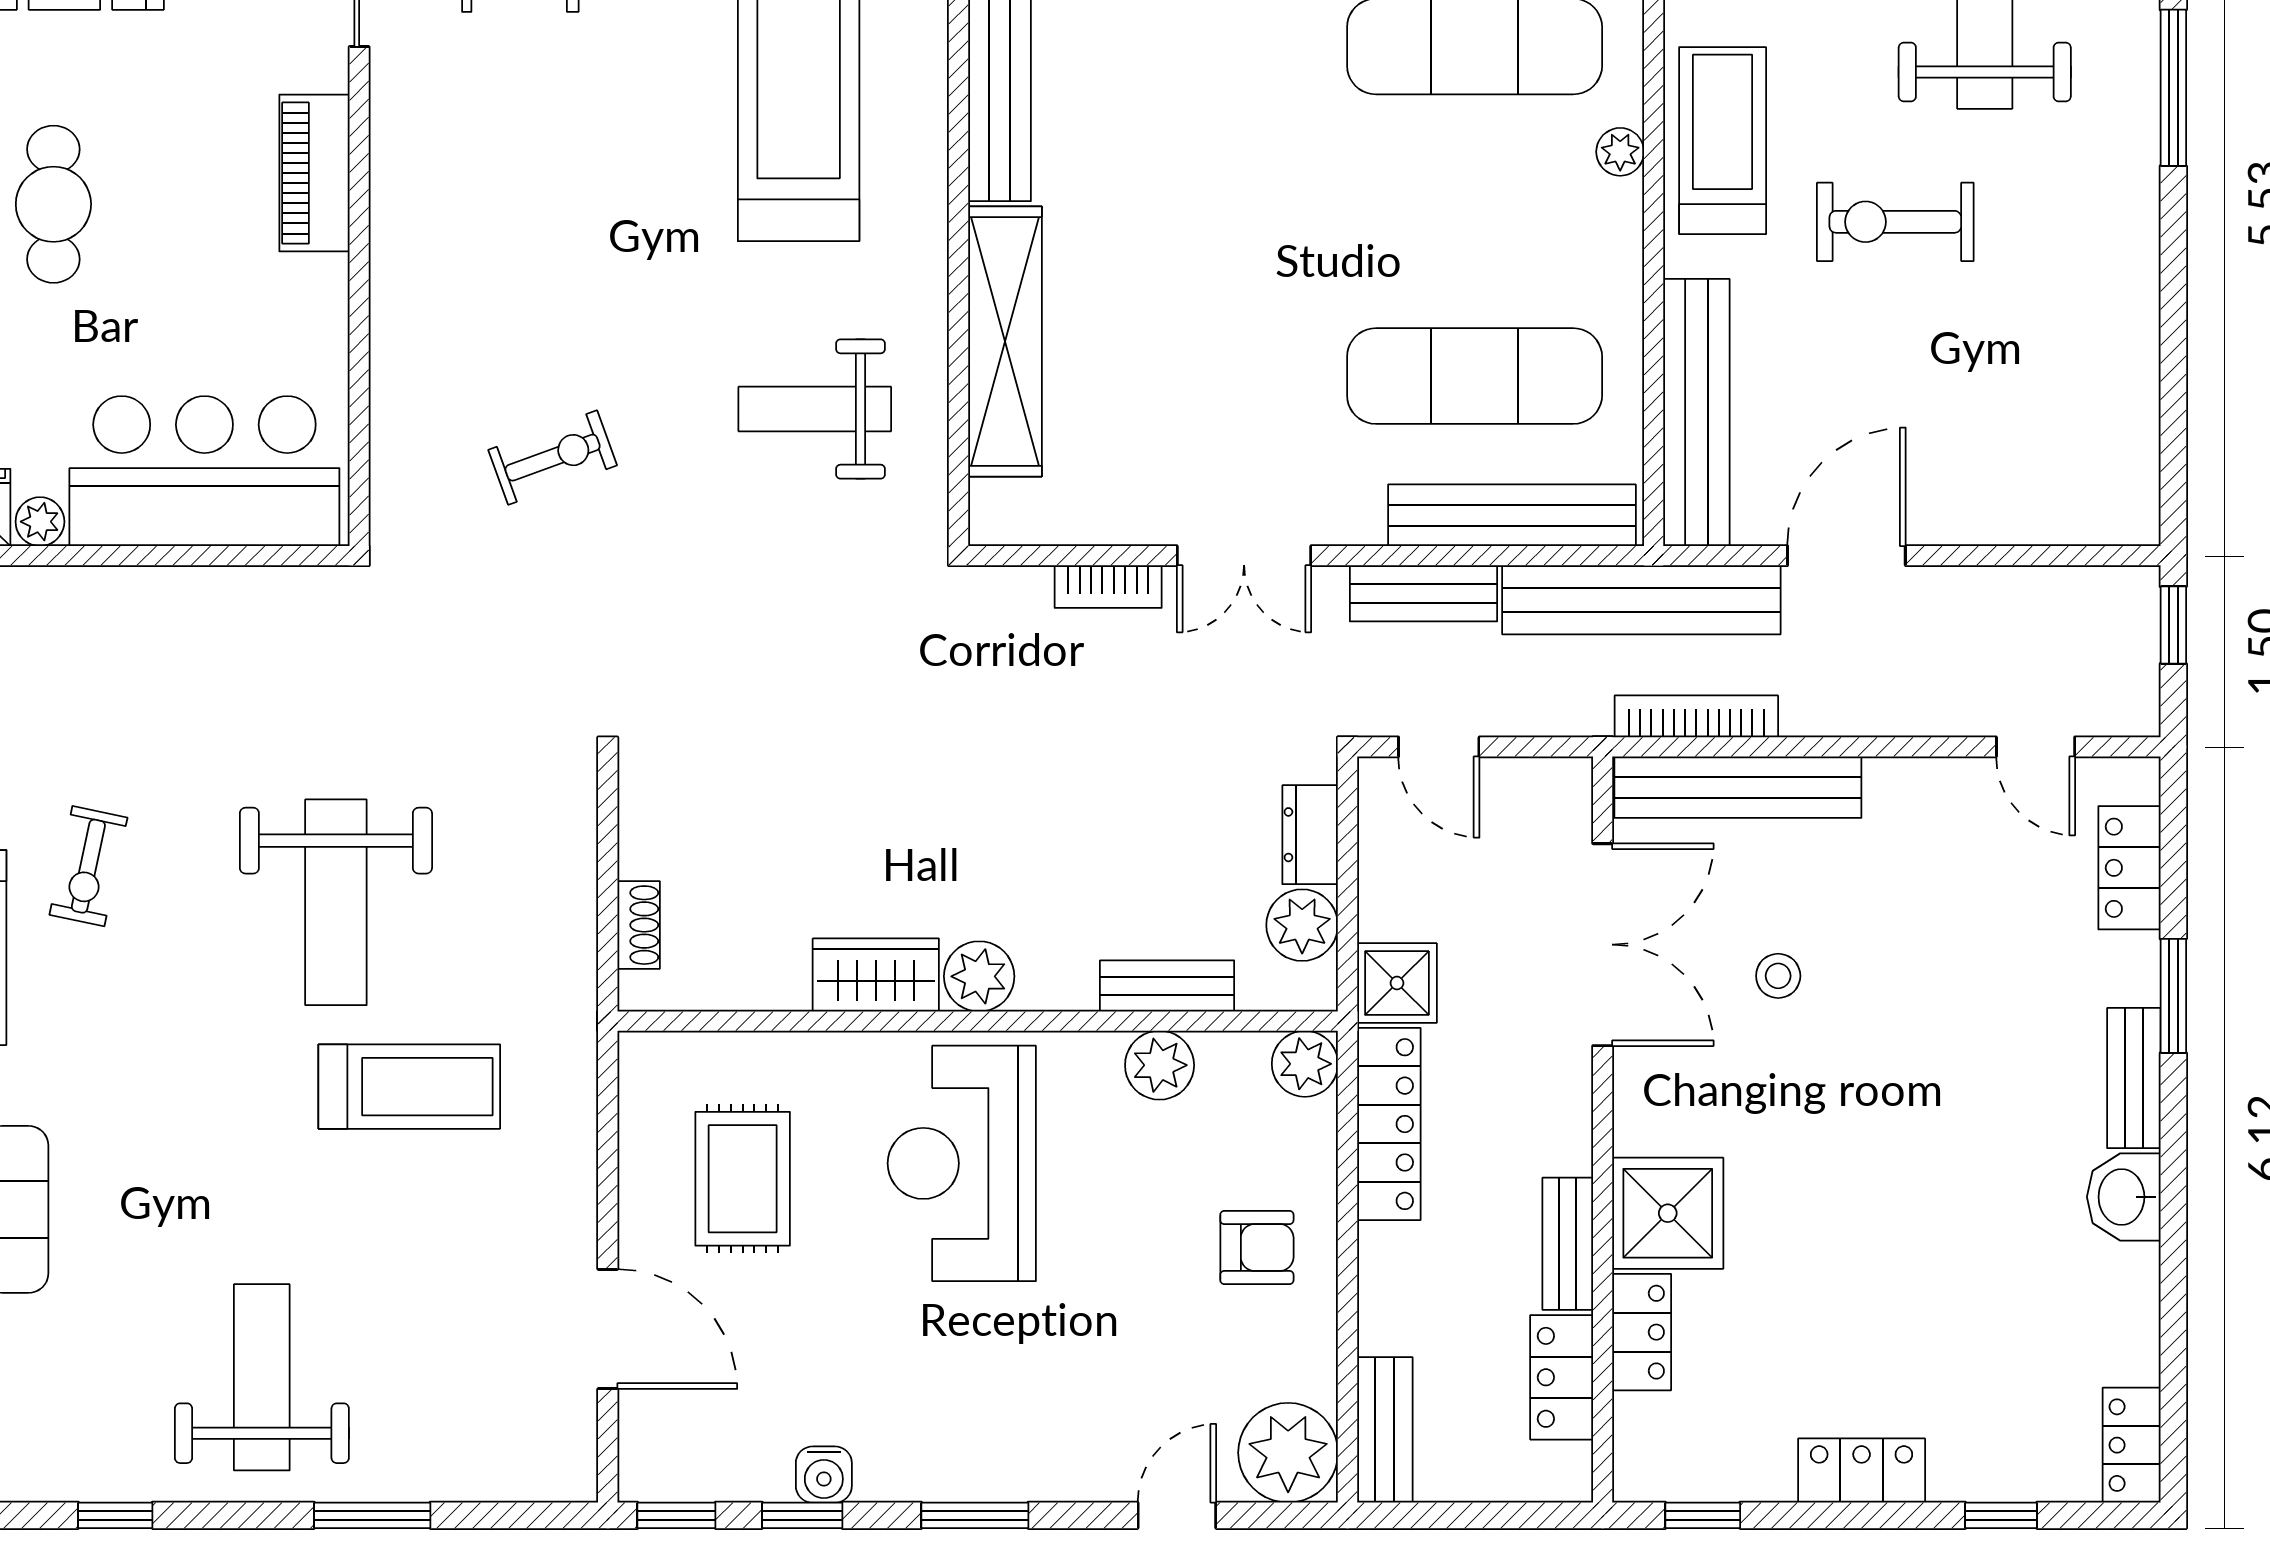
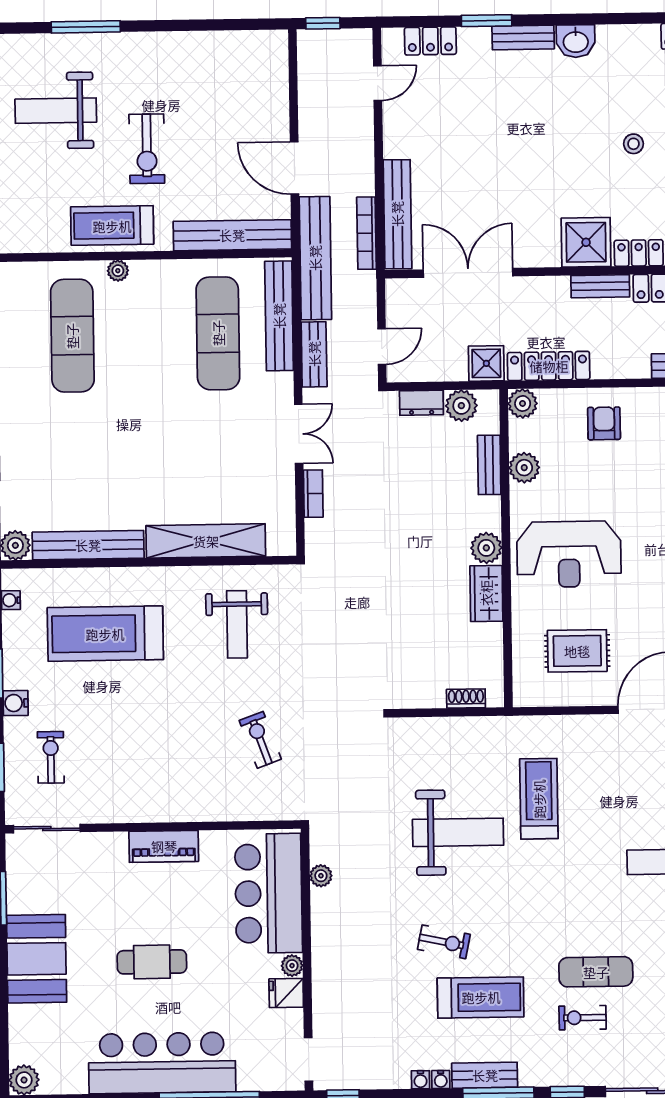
piano: (314, 173) -> (164, 846), moved
plant: (242, 590) -> (321, 876), added
stool: (1778, 976) -> (634, 144), moved

